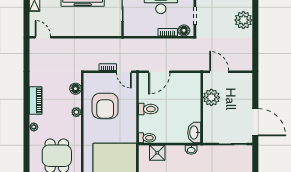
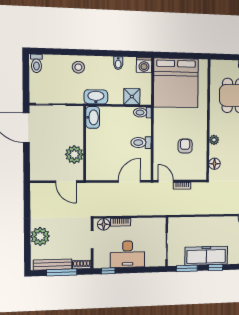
armchair: (105, 106) -> (185, 146), width x0.53, depth x0.53
washbasin: (191, 150) -> (96, 97), width x1.91, depth x1.45

